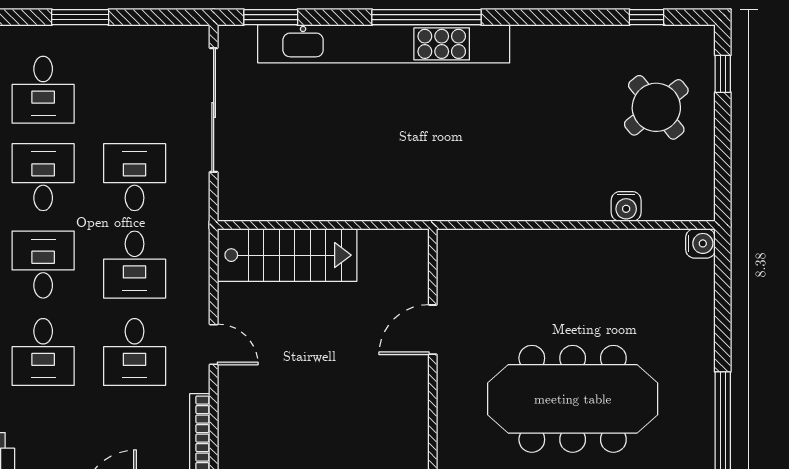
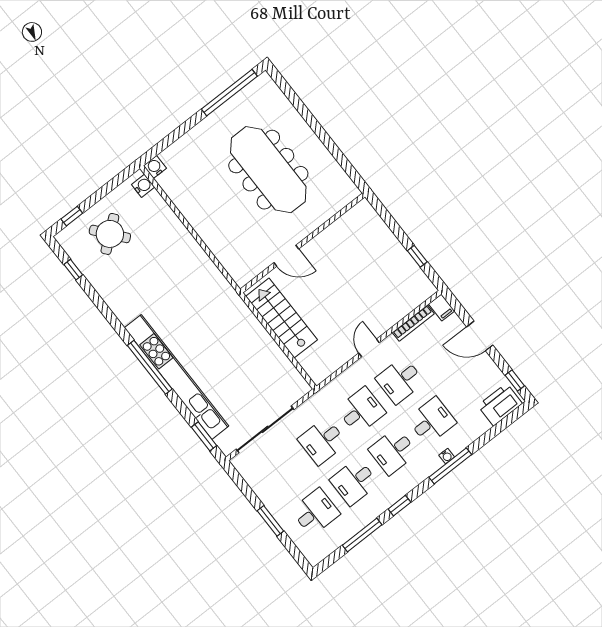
water cooler: (626, 206) -> (143, 186), moved
stairs: (287, 255) -> (282, 318), moved
desk: (135, 352) -> (400, 380), turned 180

